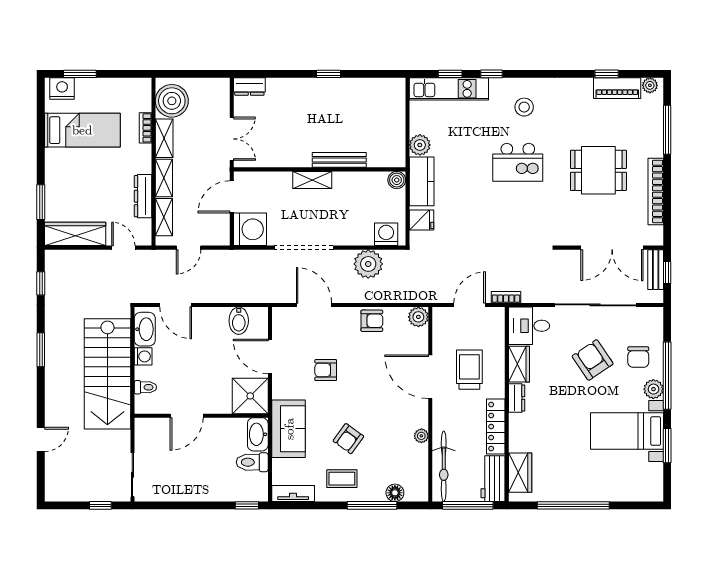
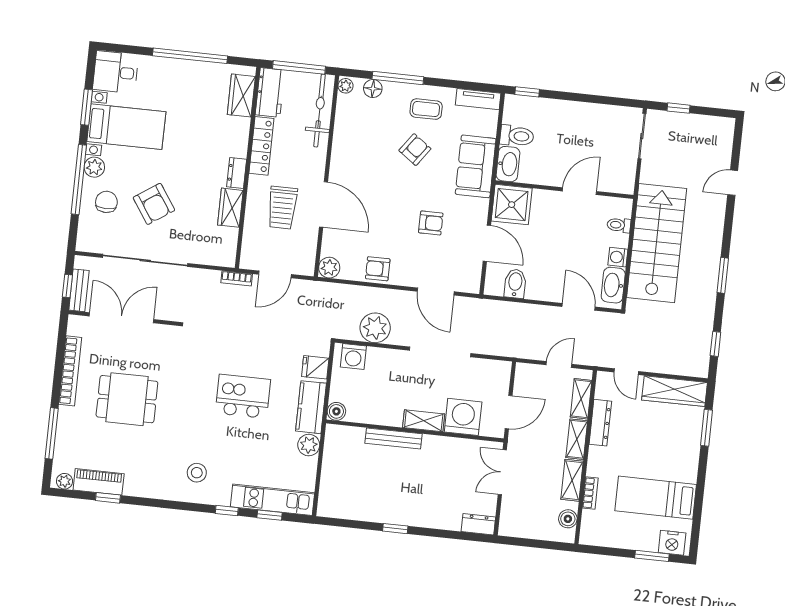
boiler: (172, 101) -> (568, 519), width x0.54, depth x0.54
kitchen island: (518, 162) -> (243, 396), moved
washing machine: (250, 229) -> (463, 417), moved, turned 90
desk: (529, 326) -> (116, 72), moved, turned 180
plant: (421, 436) -> (346, 86), moved

